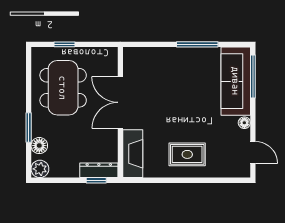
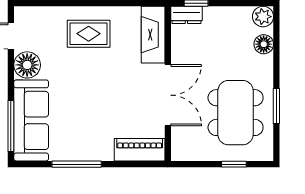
piano: (144, 56) -> (140, 150), added
floor lamp: (244, 123) -> (27, 65), width x1.89, depth x1.89
window: (29, 127) -> (276, 106), moved
dresser: (99, 170) -> (186, 15), width x0.70

